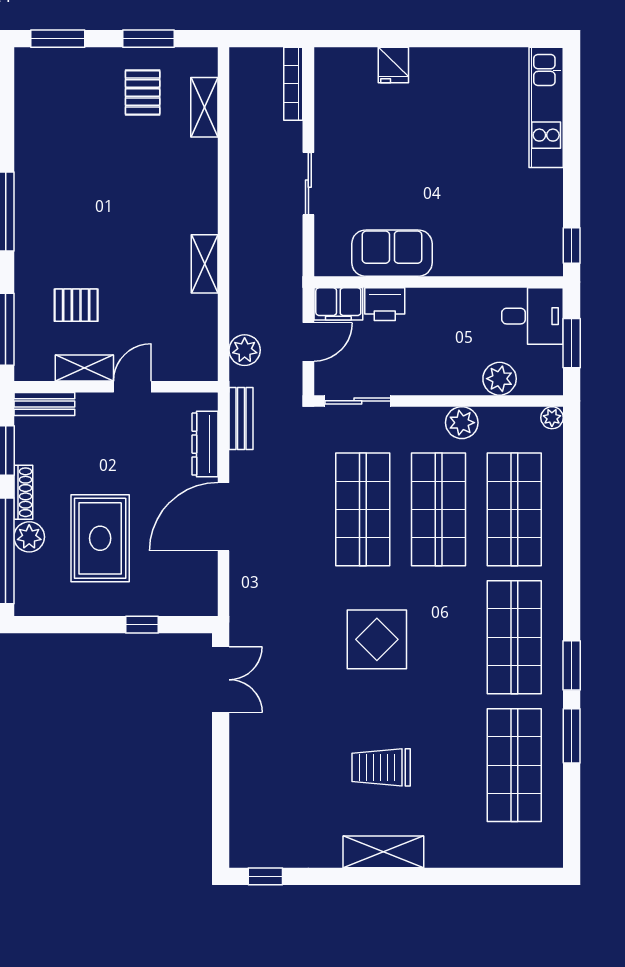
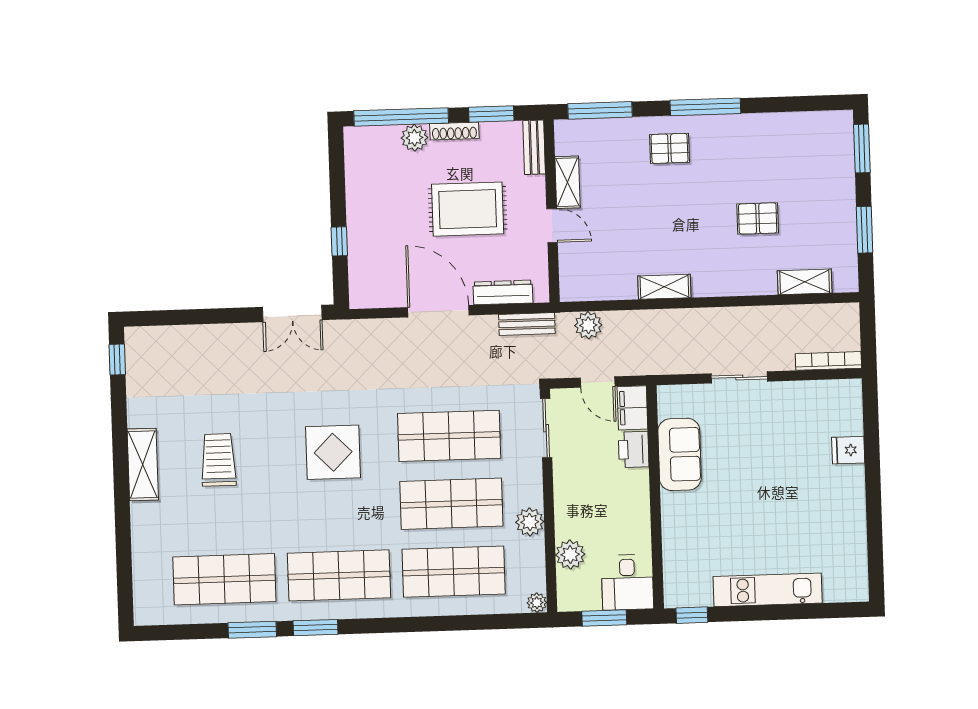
pallet: (143, 93) -> (758, 218), moved
kitchen unit: (546, 107) -> (768, 590), moved
pallet: (76, 305) -> (670, 148), moved, turned 90
rug: (100, 538) -> (468, 209), moved

